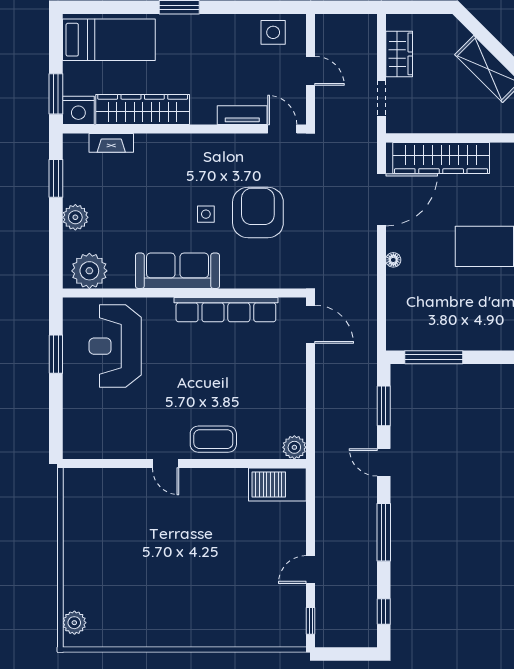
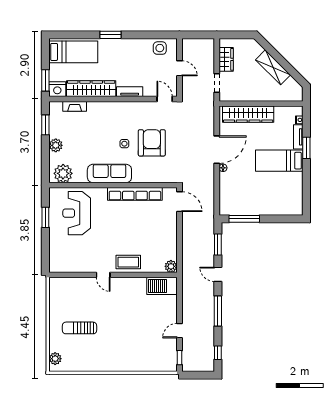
tv unit: (242, 115) -> (130, 92), moved
door: (381, 200) -> (217, 150), moved
sun lounger: (120, 564) -> (79, 328), added

